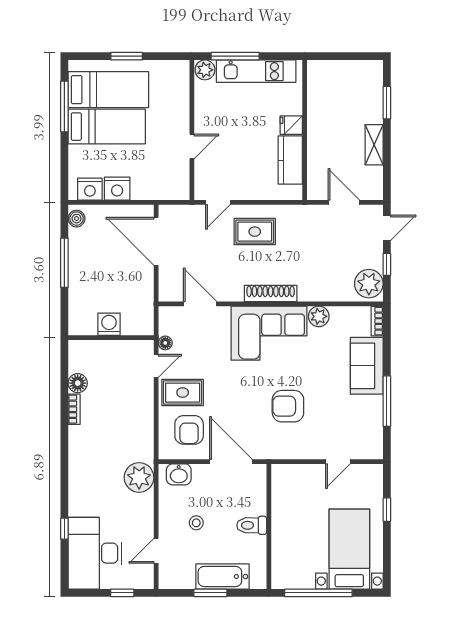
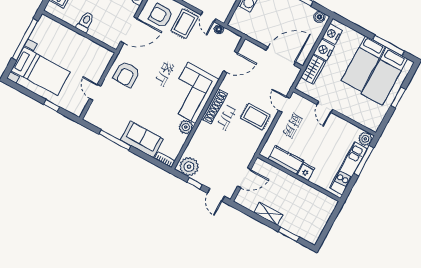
wardrobe: (151, 189) -> (313, 70), added
rug: (255, 232) -> (255, 117), turned 90
armchair: (288, 406) -> (127, 74), moved, turned 180

